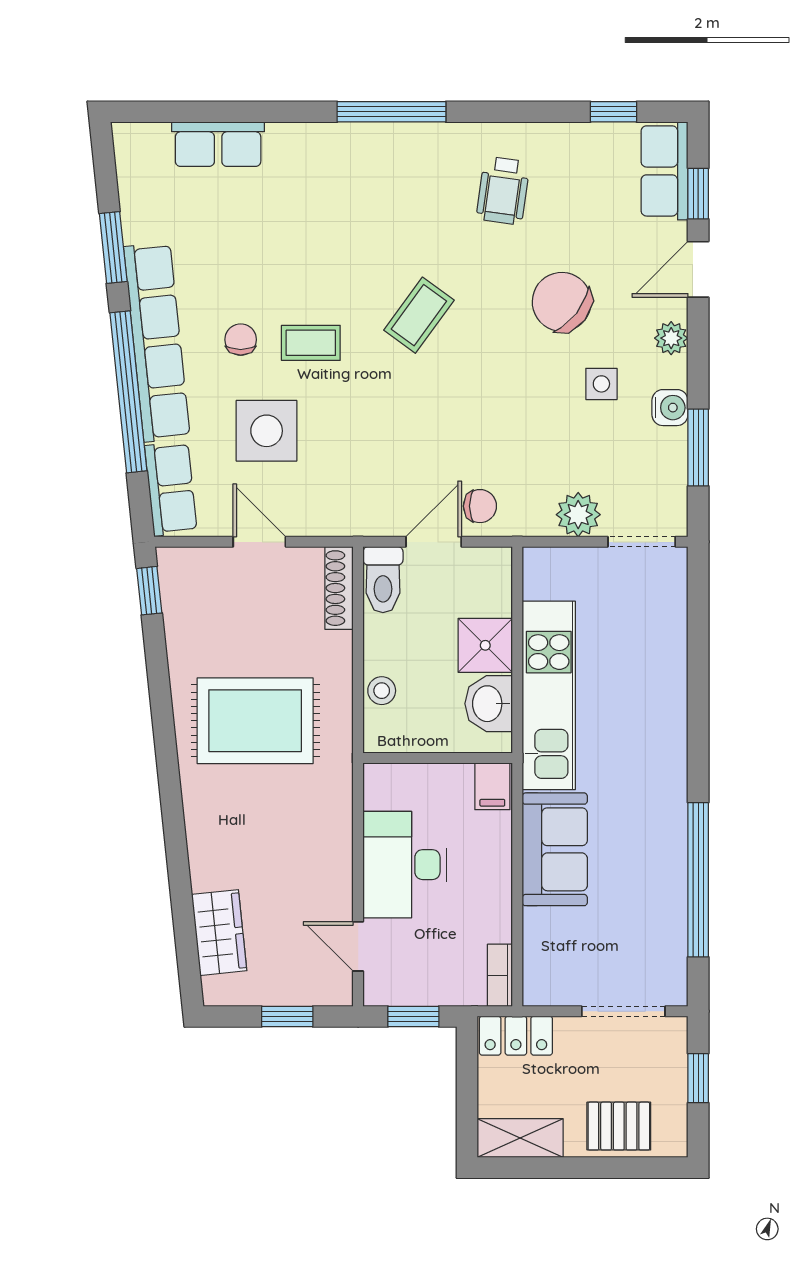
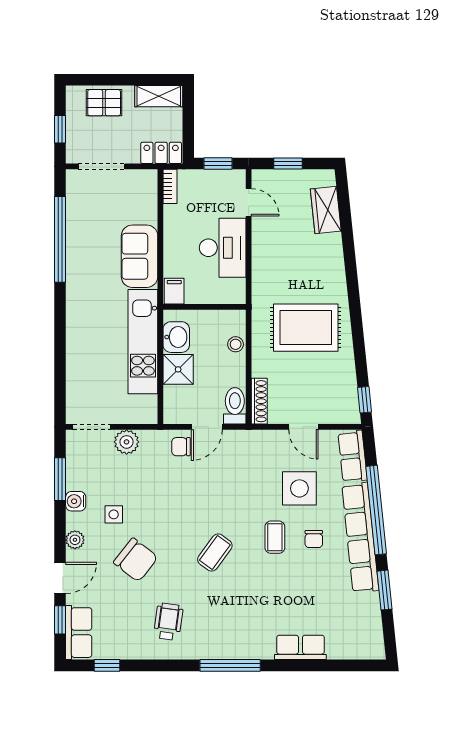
row of seats: (218, 144) -> (300, 647), moved
coffee table: (311, 343) -> (275, 537), turned 90

